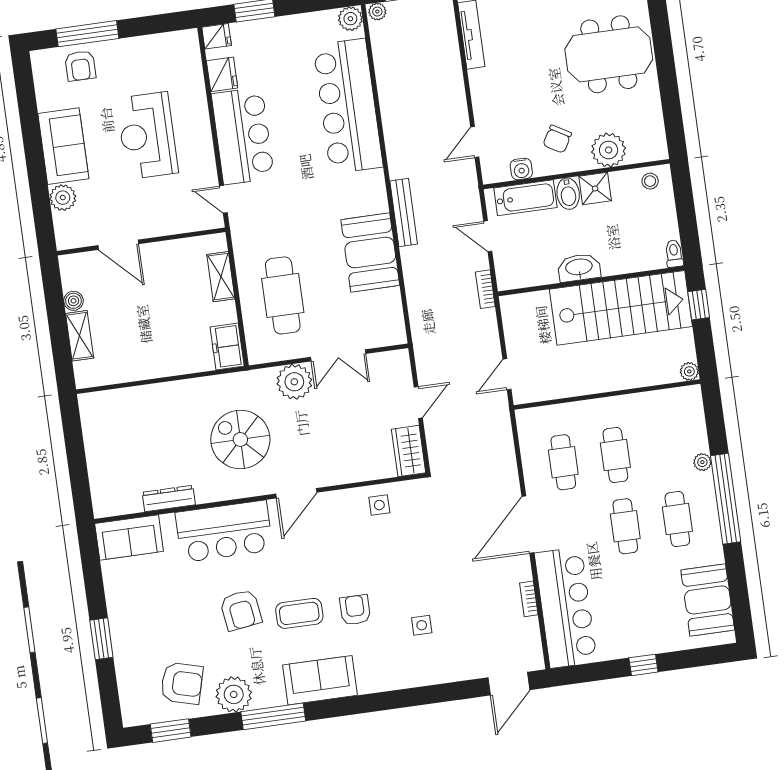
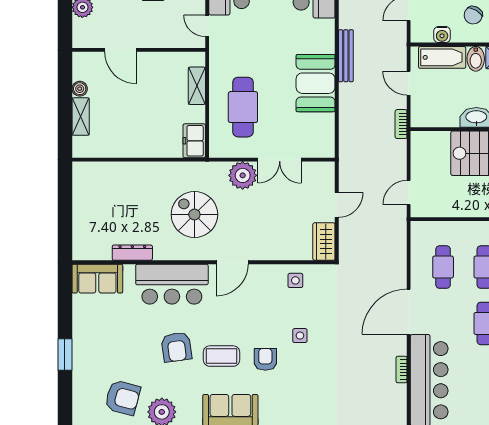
side table: (422, 625) -> (300, 336), moved

